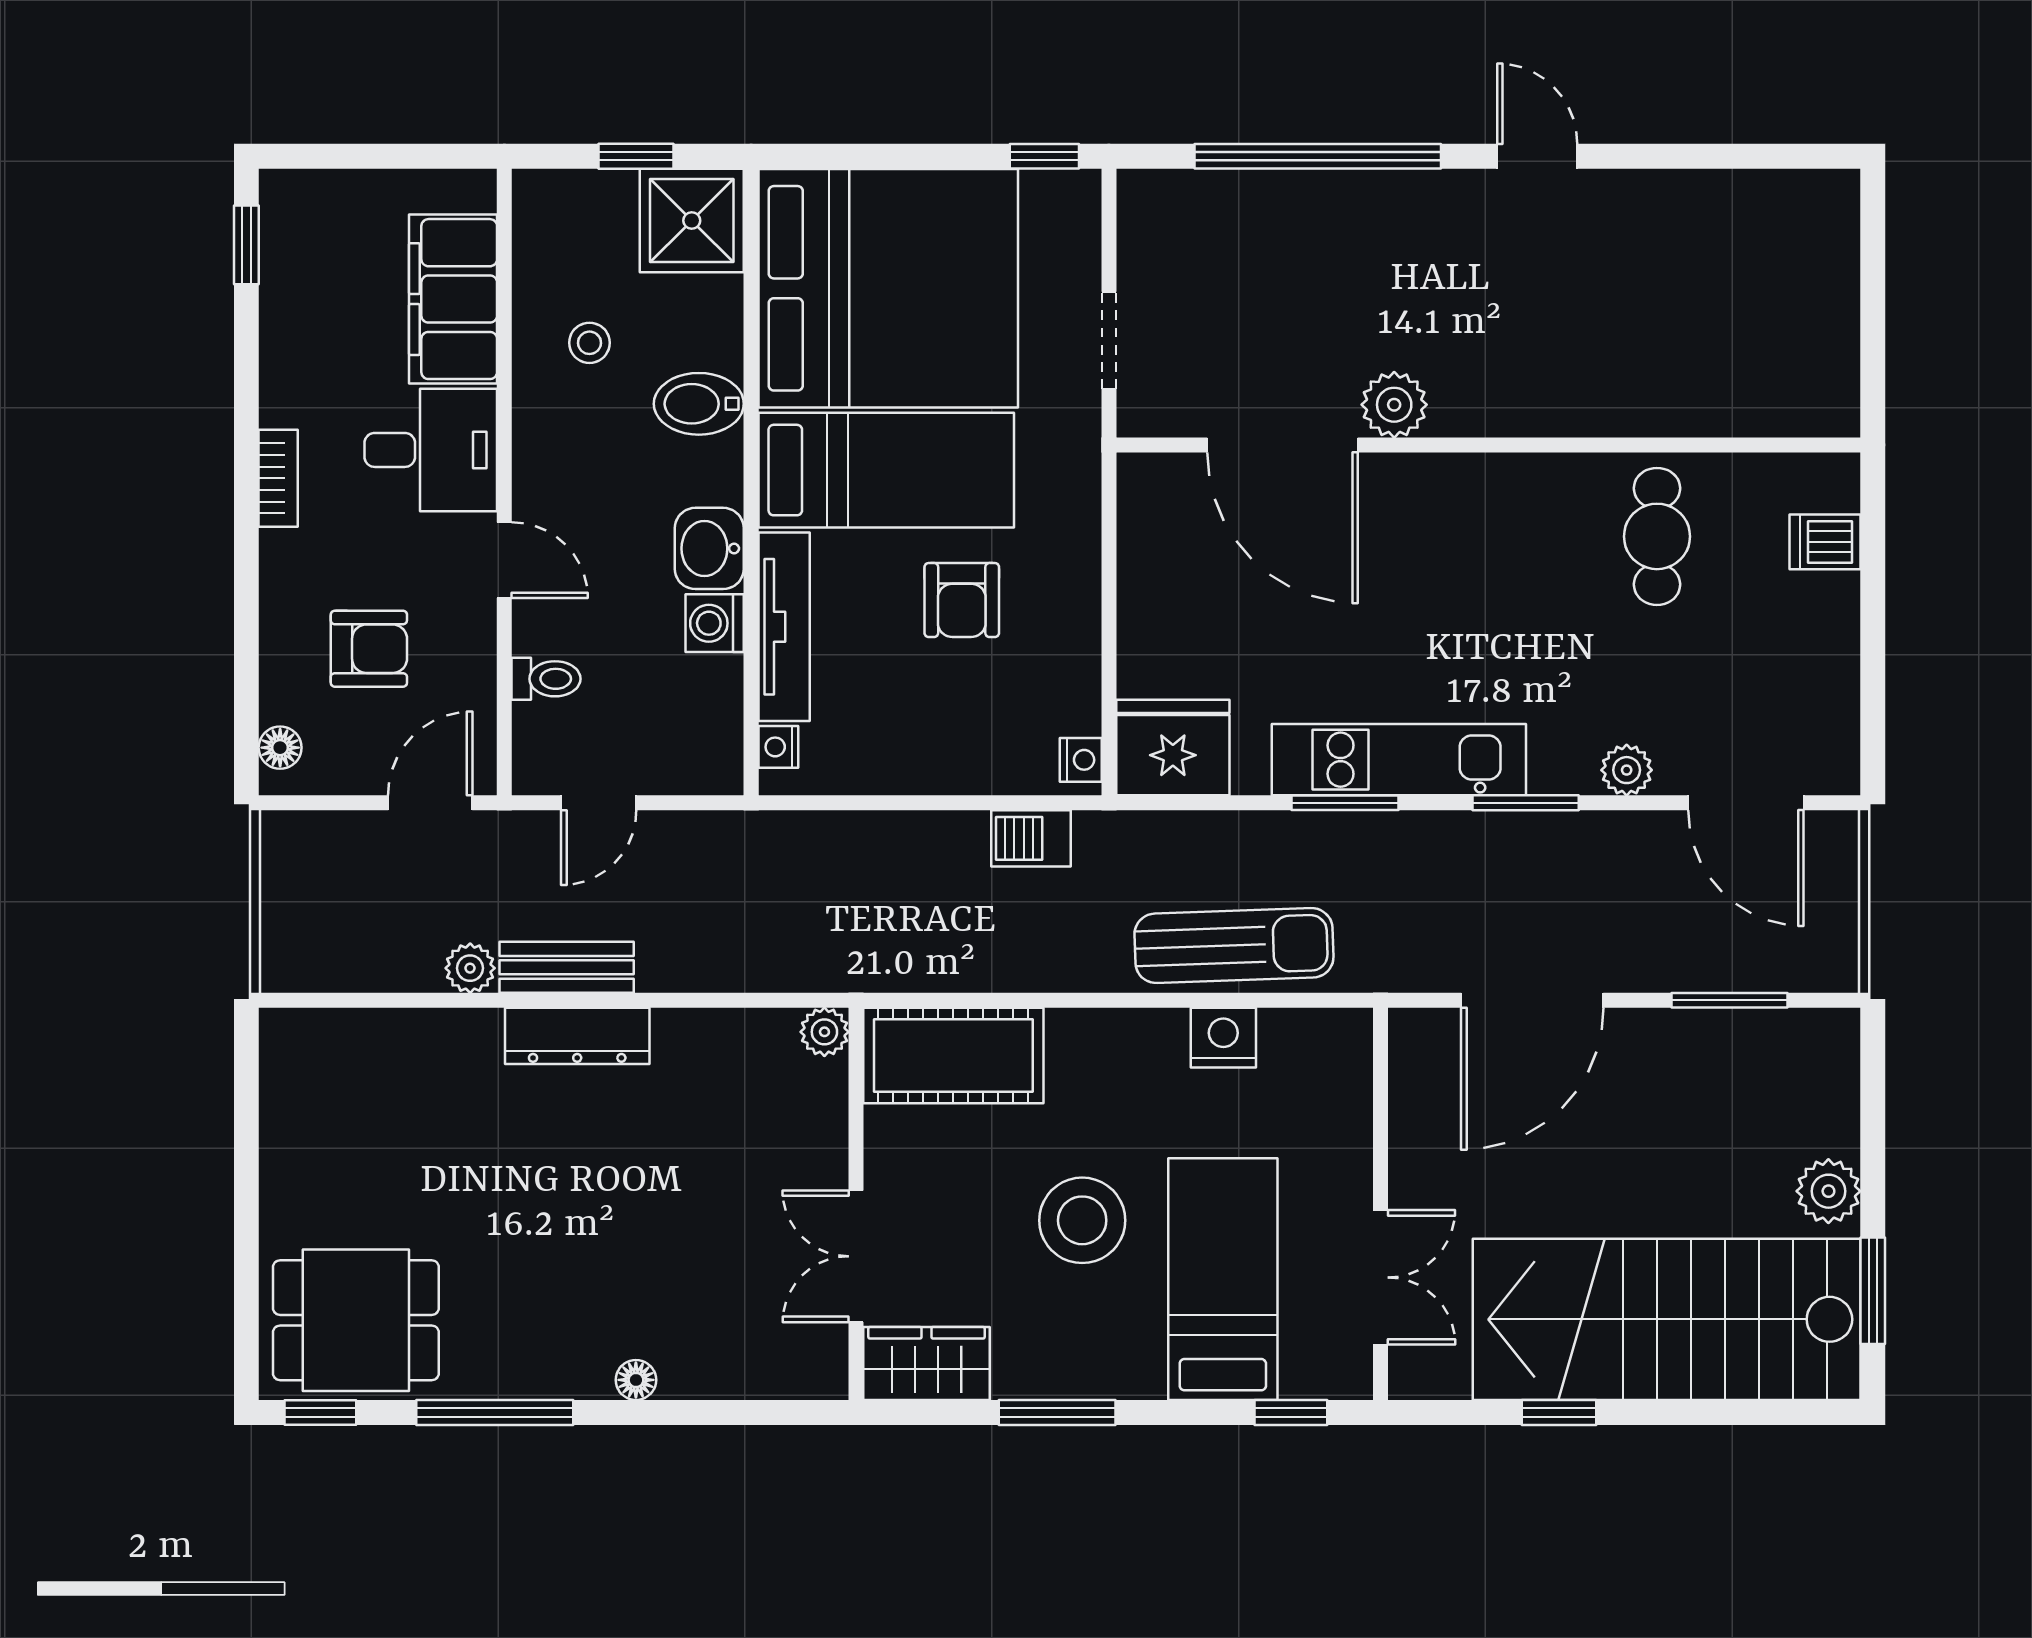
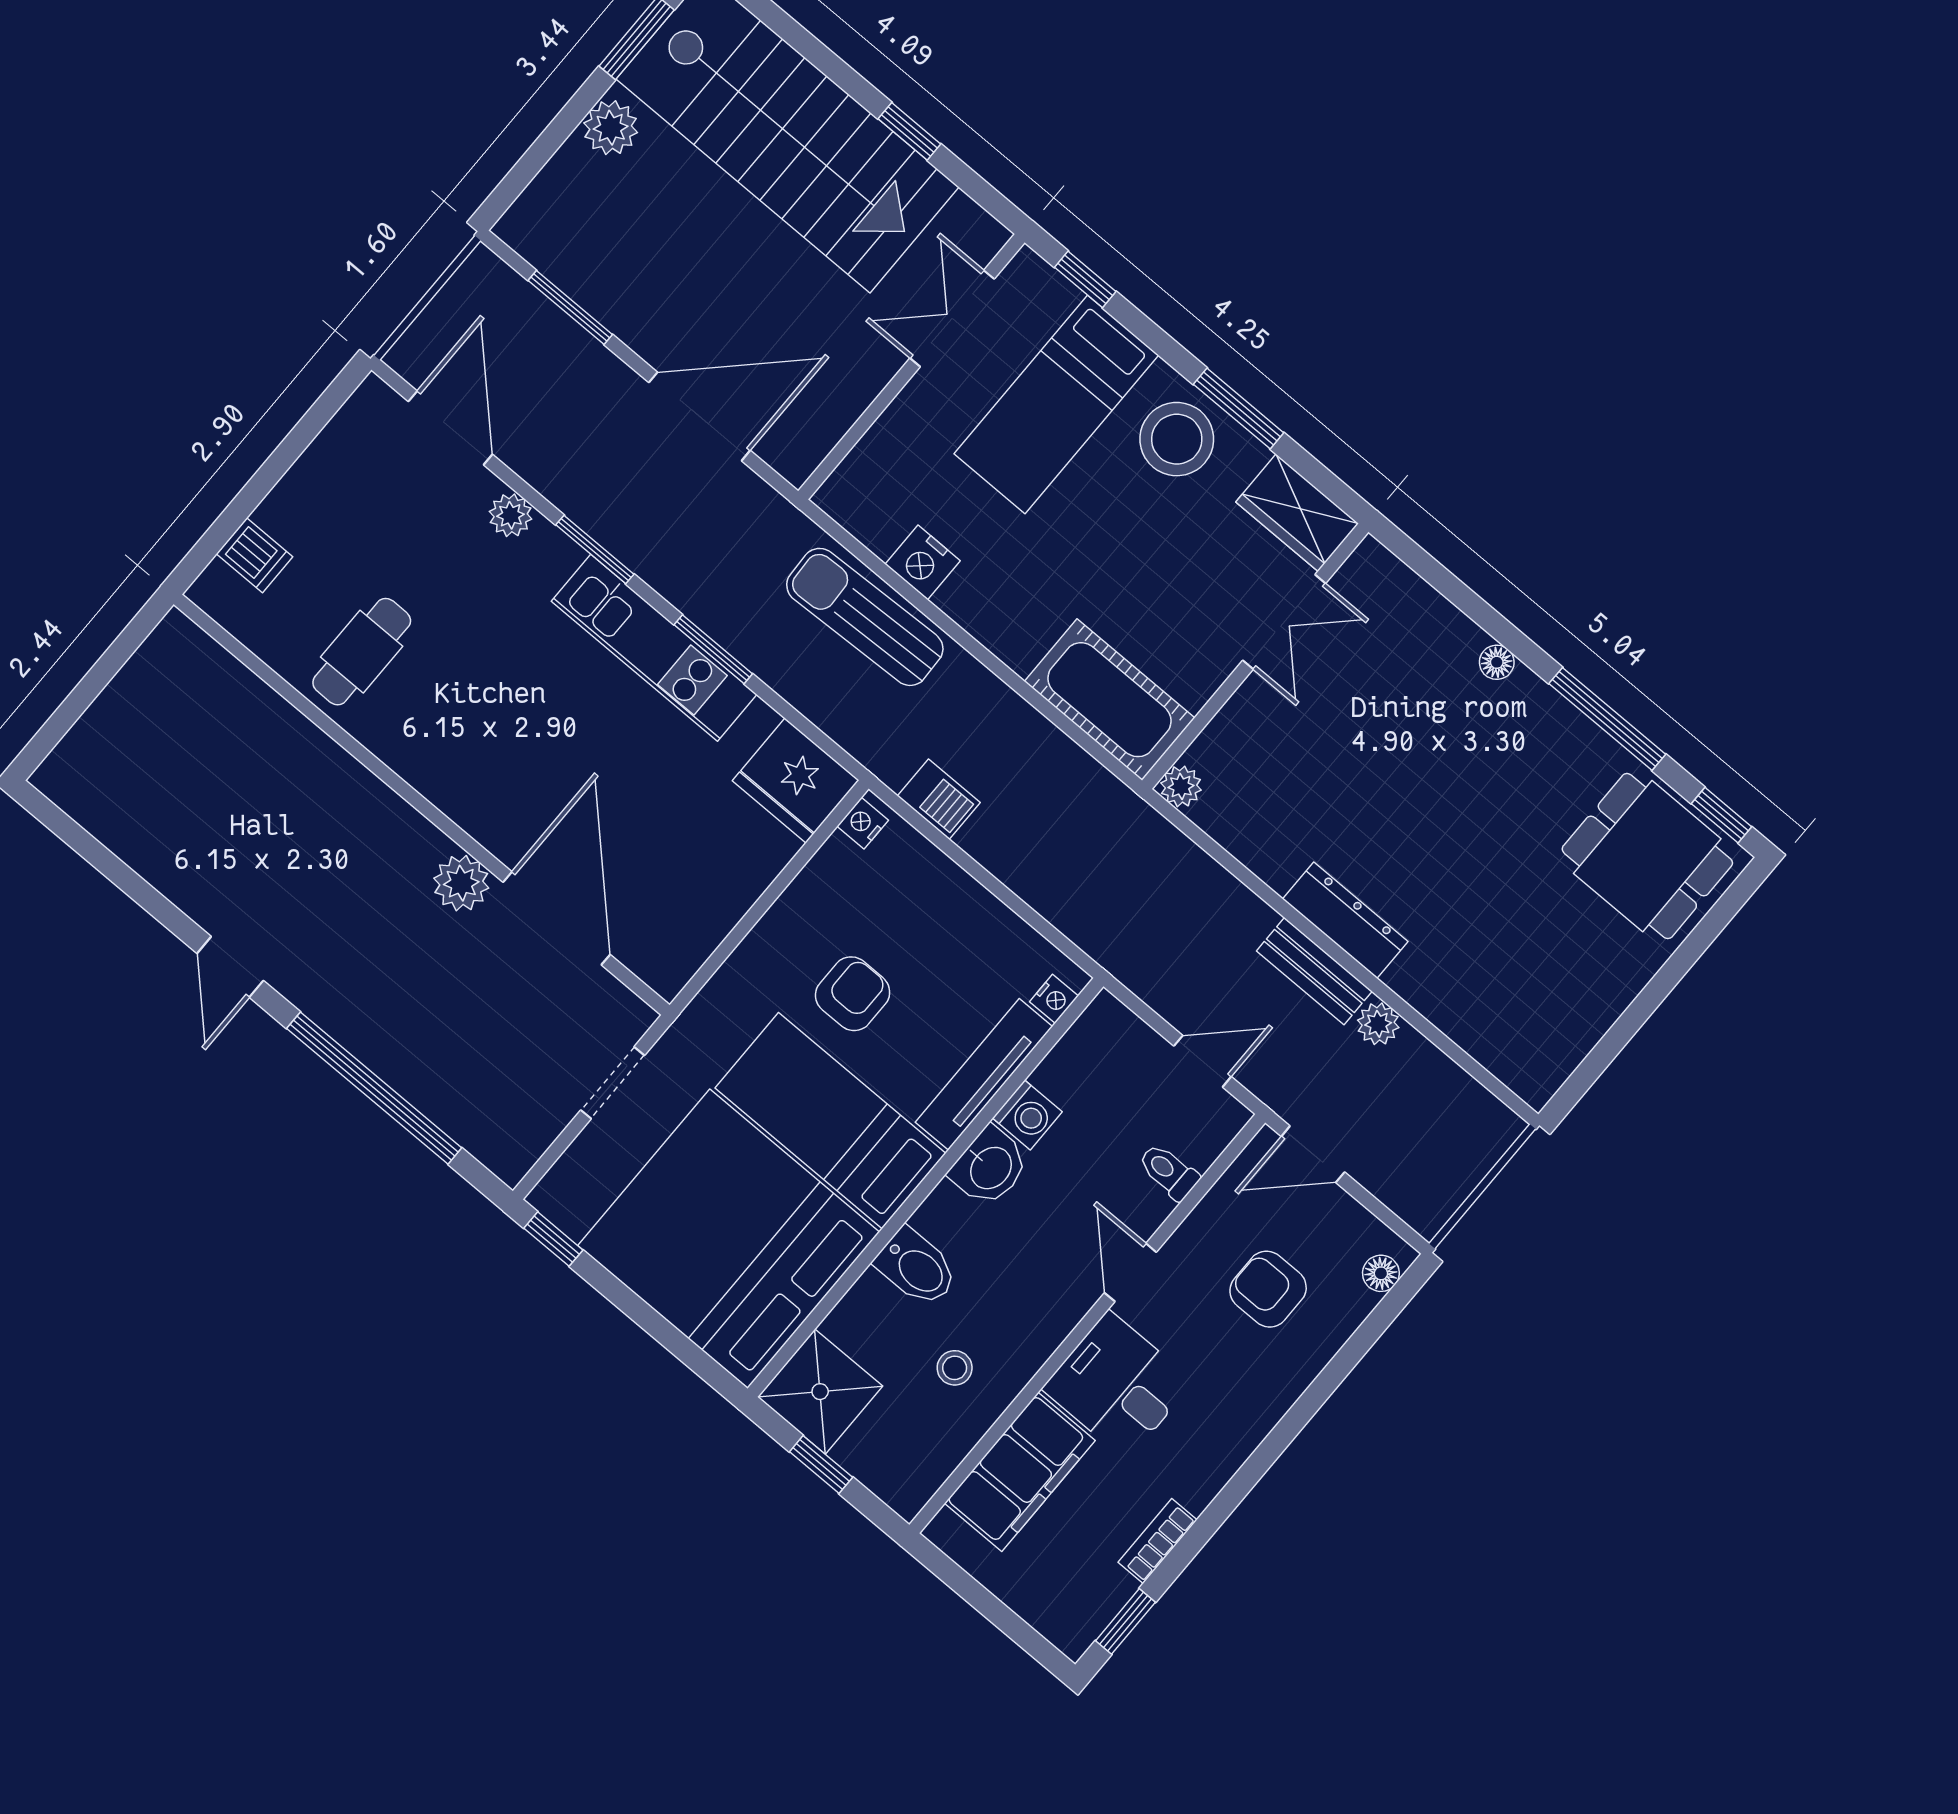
bookcase: (278, 478) -> (1158, 1541), moved
stool: (1082, 1220) -> (1177, 439), moved

